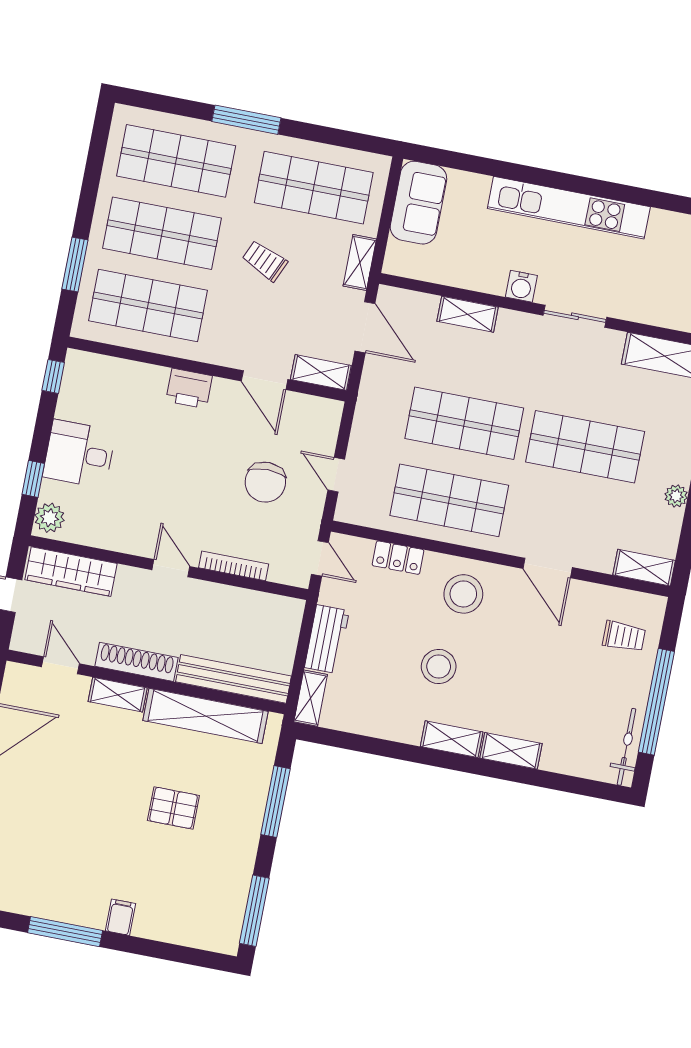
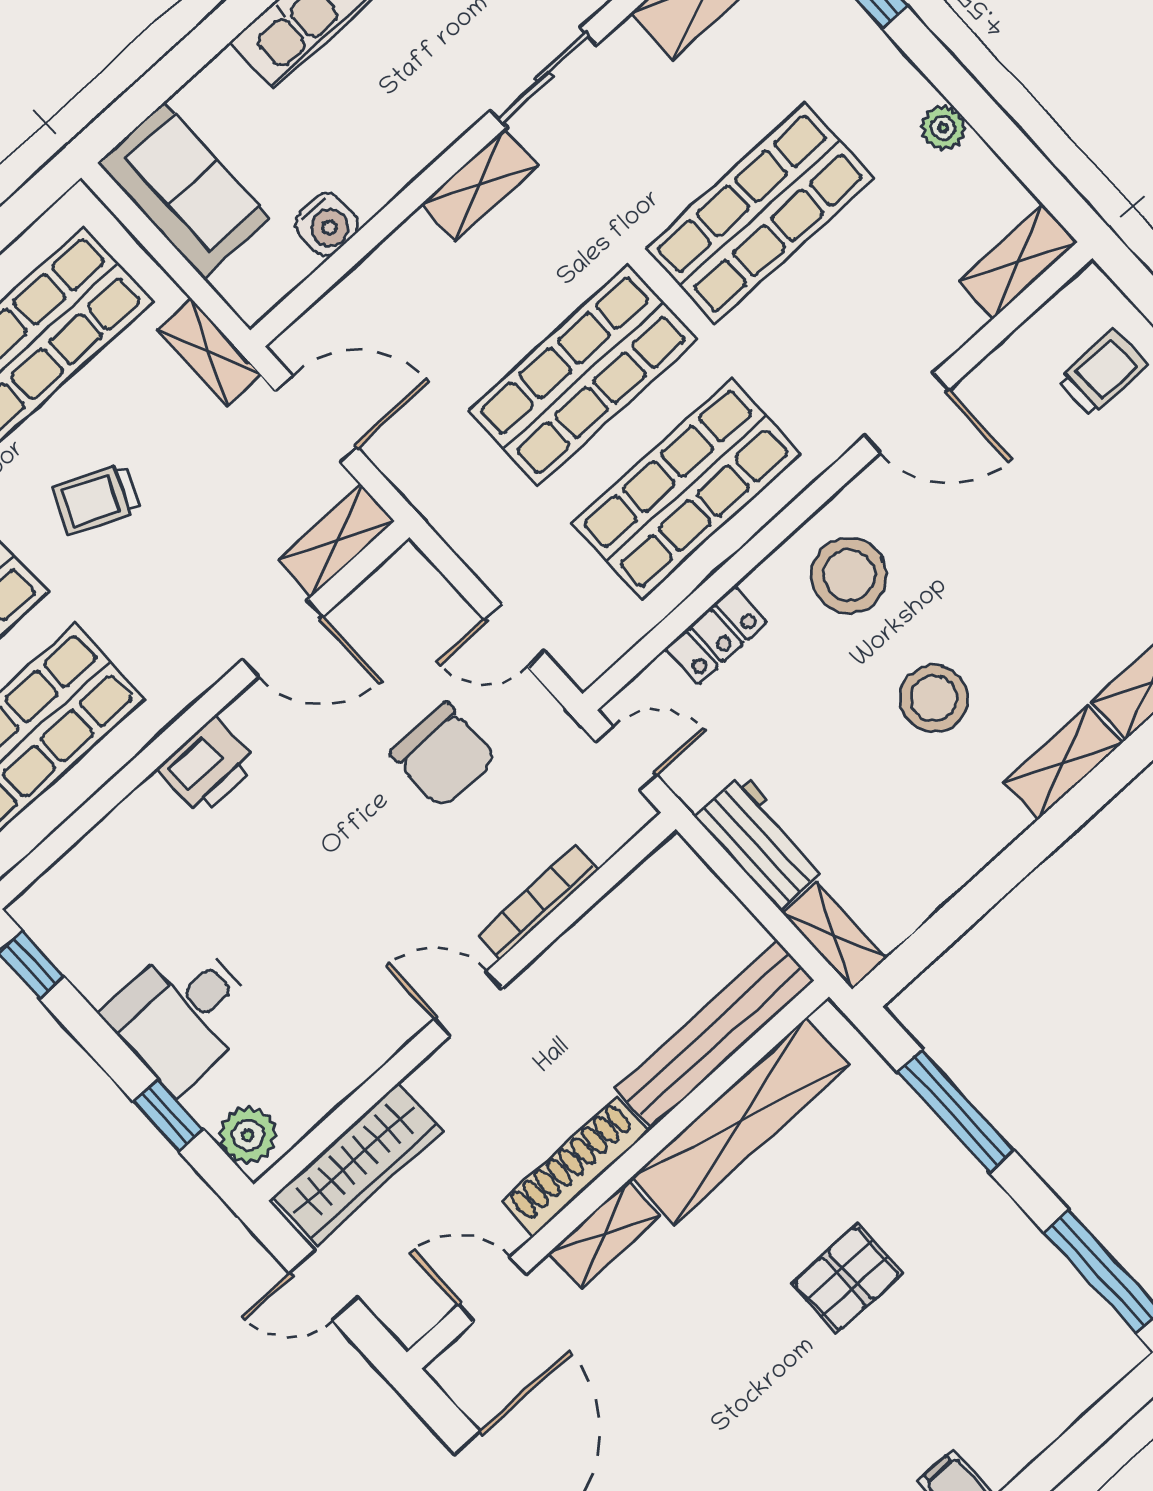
water cooler: (521, 286) -> (327, 225), moved
shelving: (468, 314) -> (479, 185), moved

